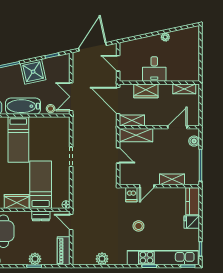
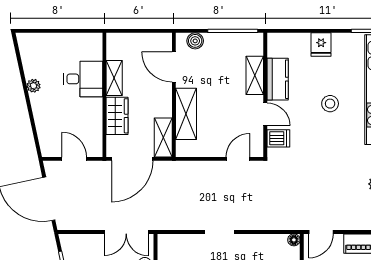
door: (118, 63) -> (74, 159), swing flipped
desk: (154, 69) -> (83, 79), moved
shelving: (184, 89) -> (114, 78), moved
shelving: (136, 135) -> (186, 114), moved
door: (118, 155) -> (238, 159), moved
kitchen counter: (193, 201) -> (278, 79), moved, turned -90
stool: (138, 226) -> (330, 104), moved

